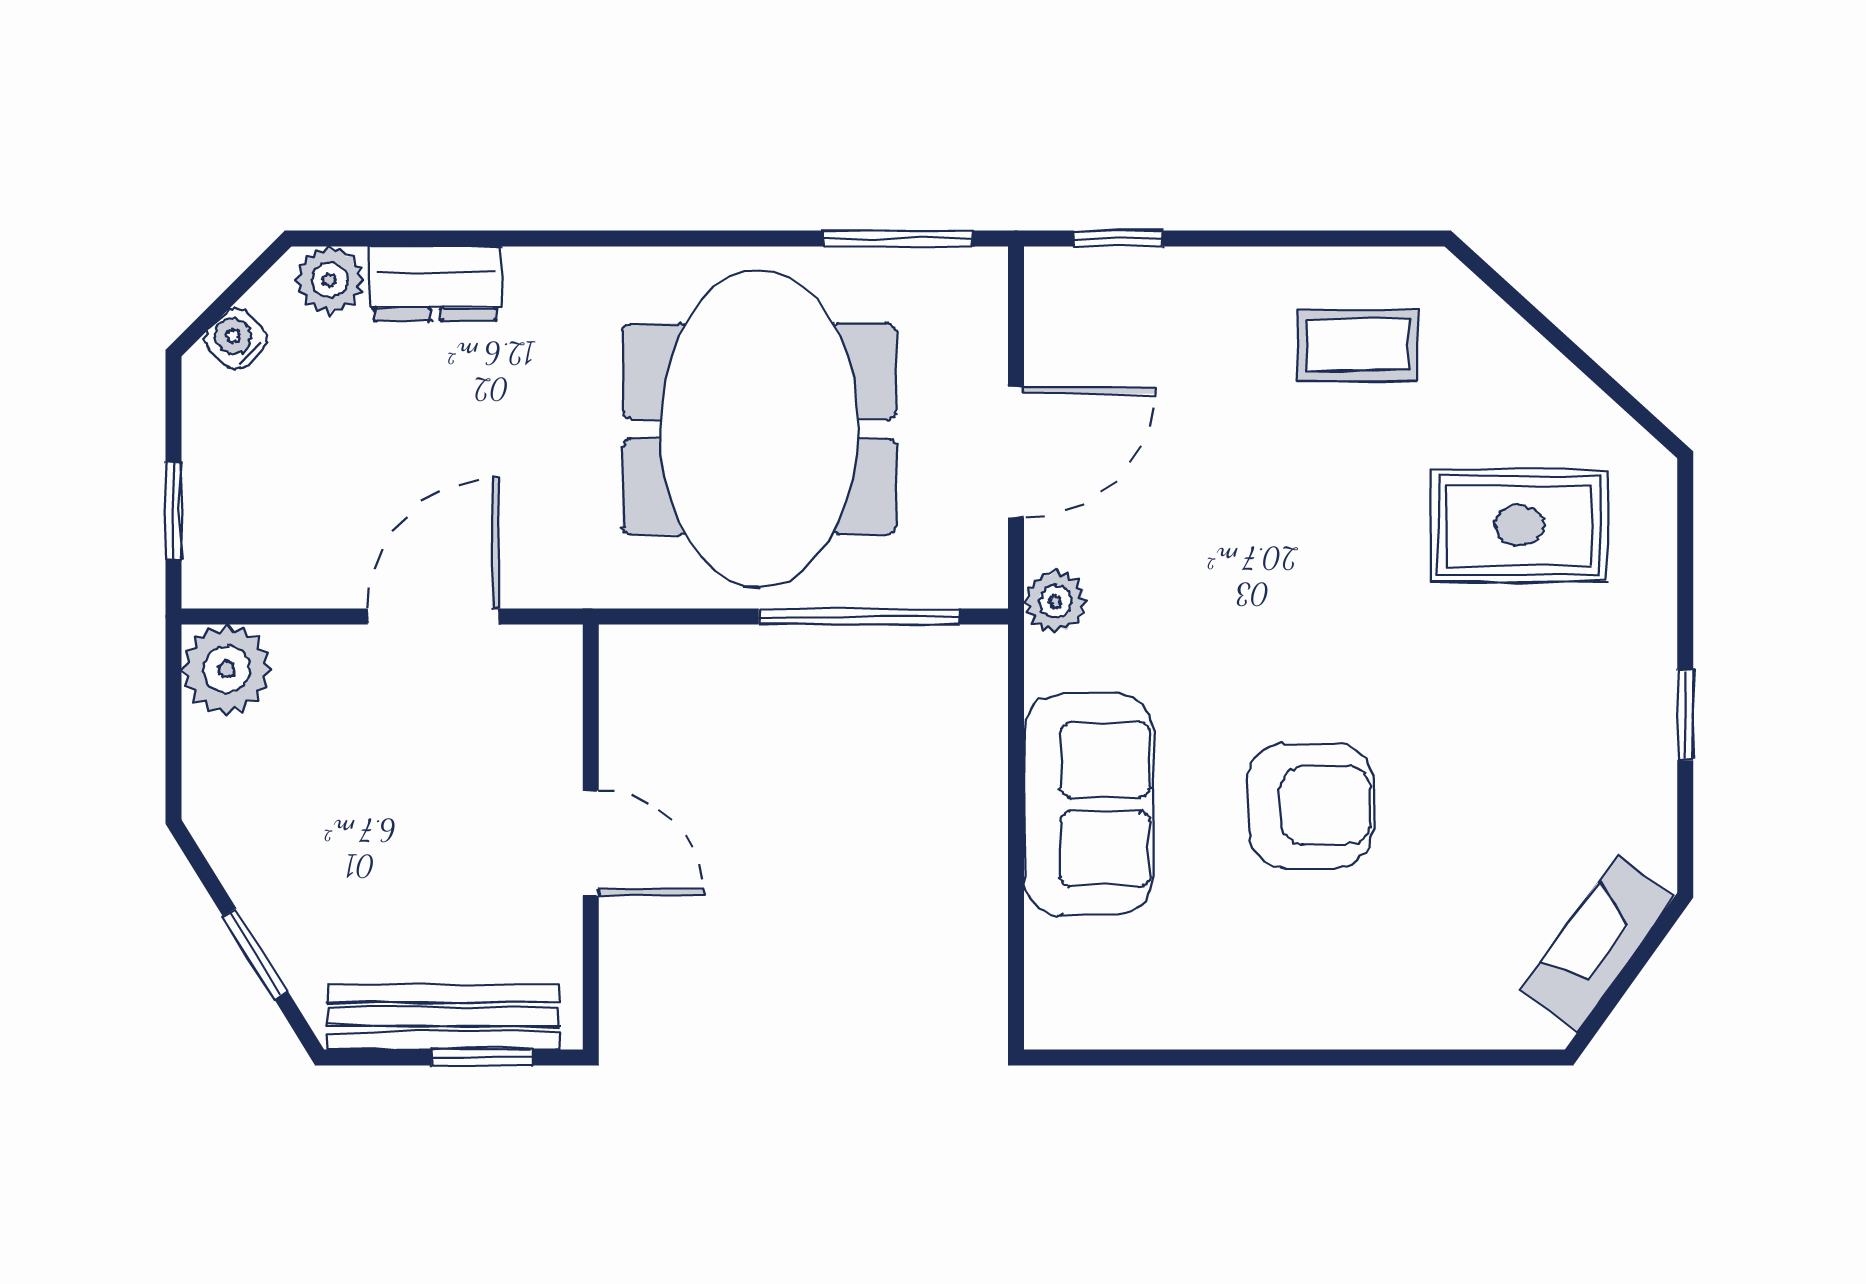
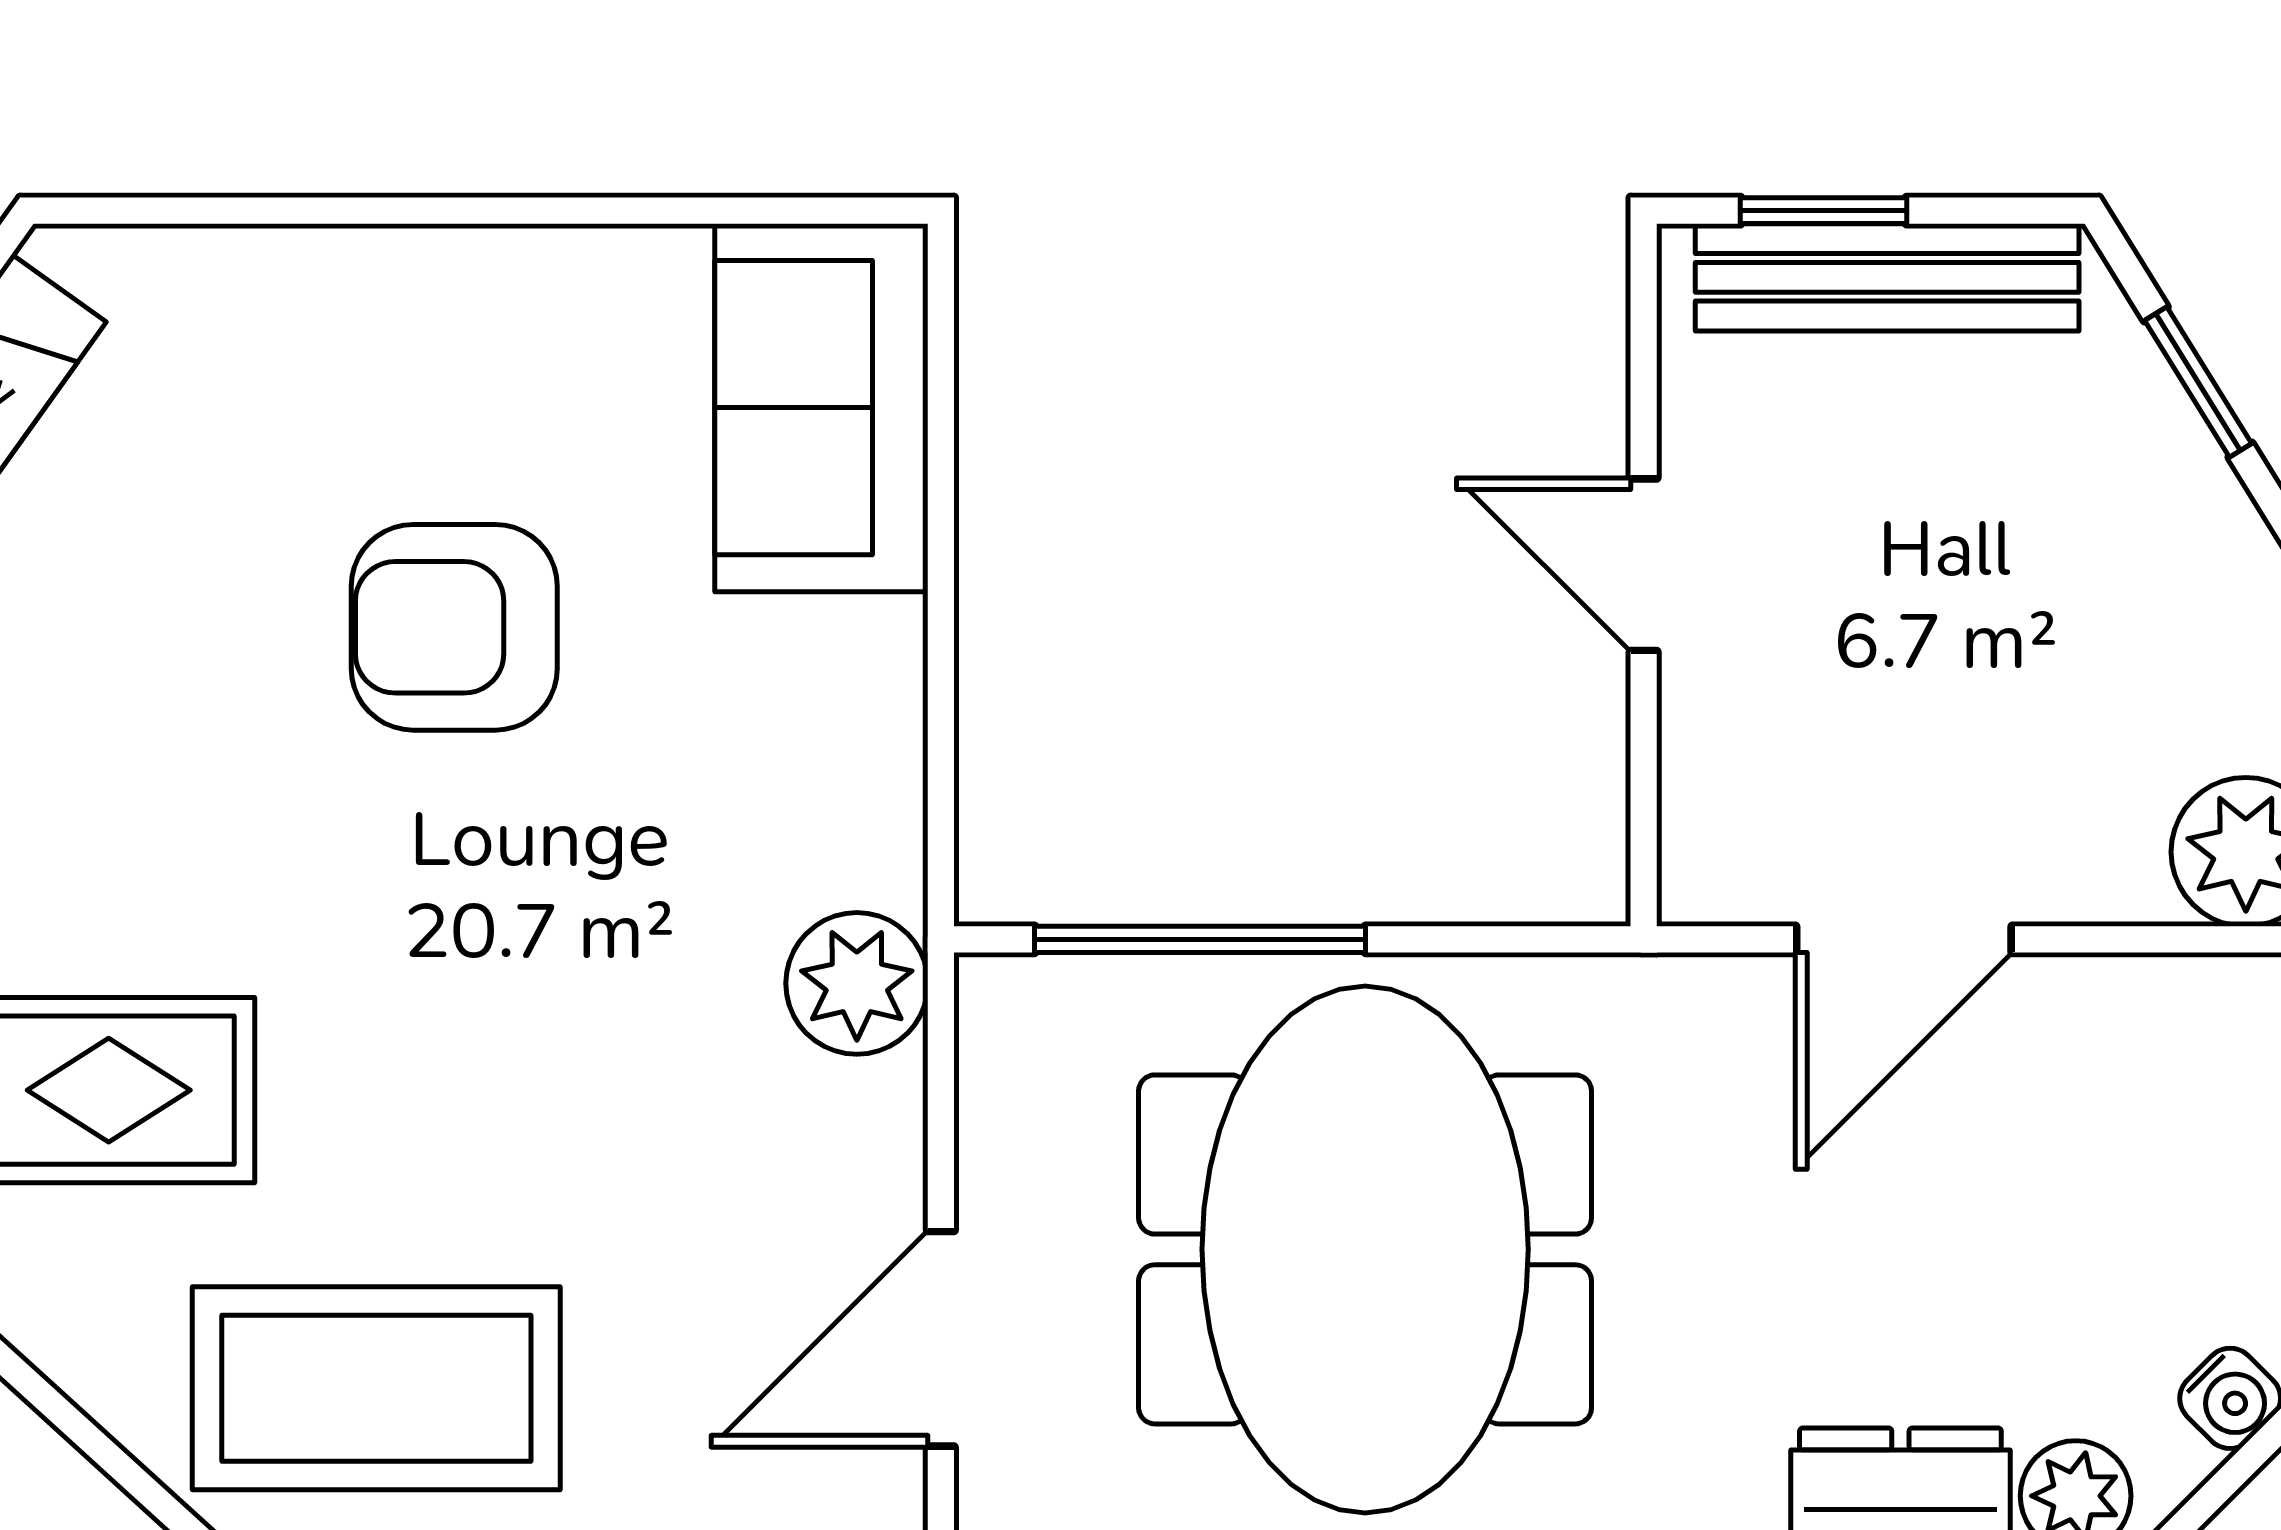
coffee table: (1358, 345) -> (376, 1388), width x1.86, depth x1.72
door: (1016, 452) -> (941, 1339), moved
plant: (1055, 602) -> (857, 983), width x1.38, depth x1.38
sofa: (1088, 804) -> (821, 408), moved

